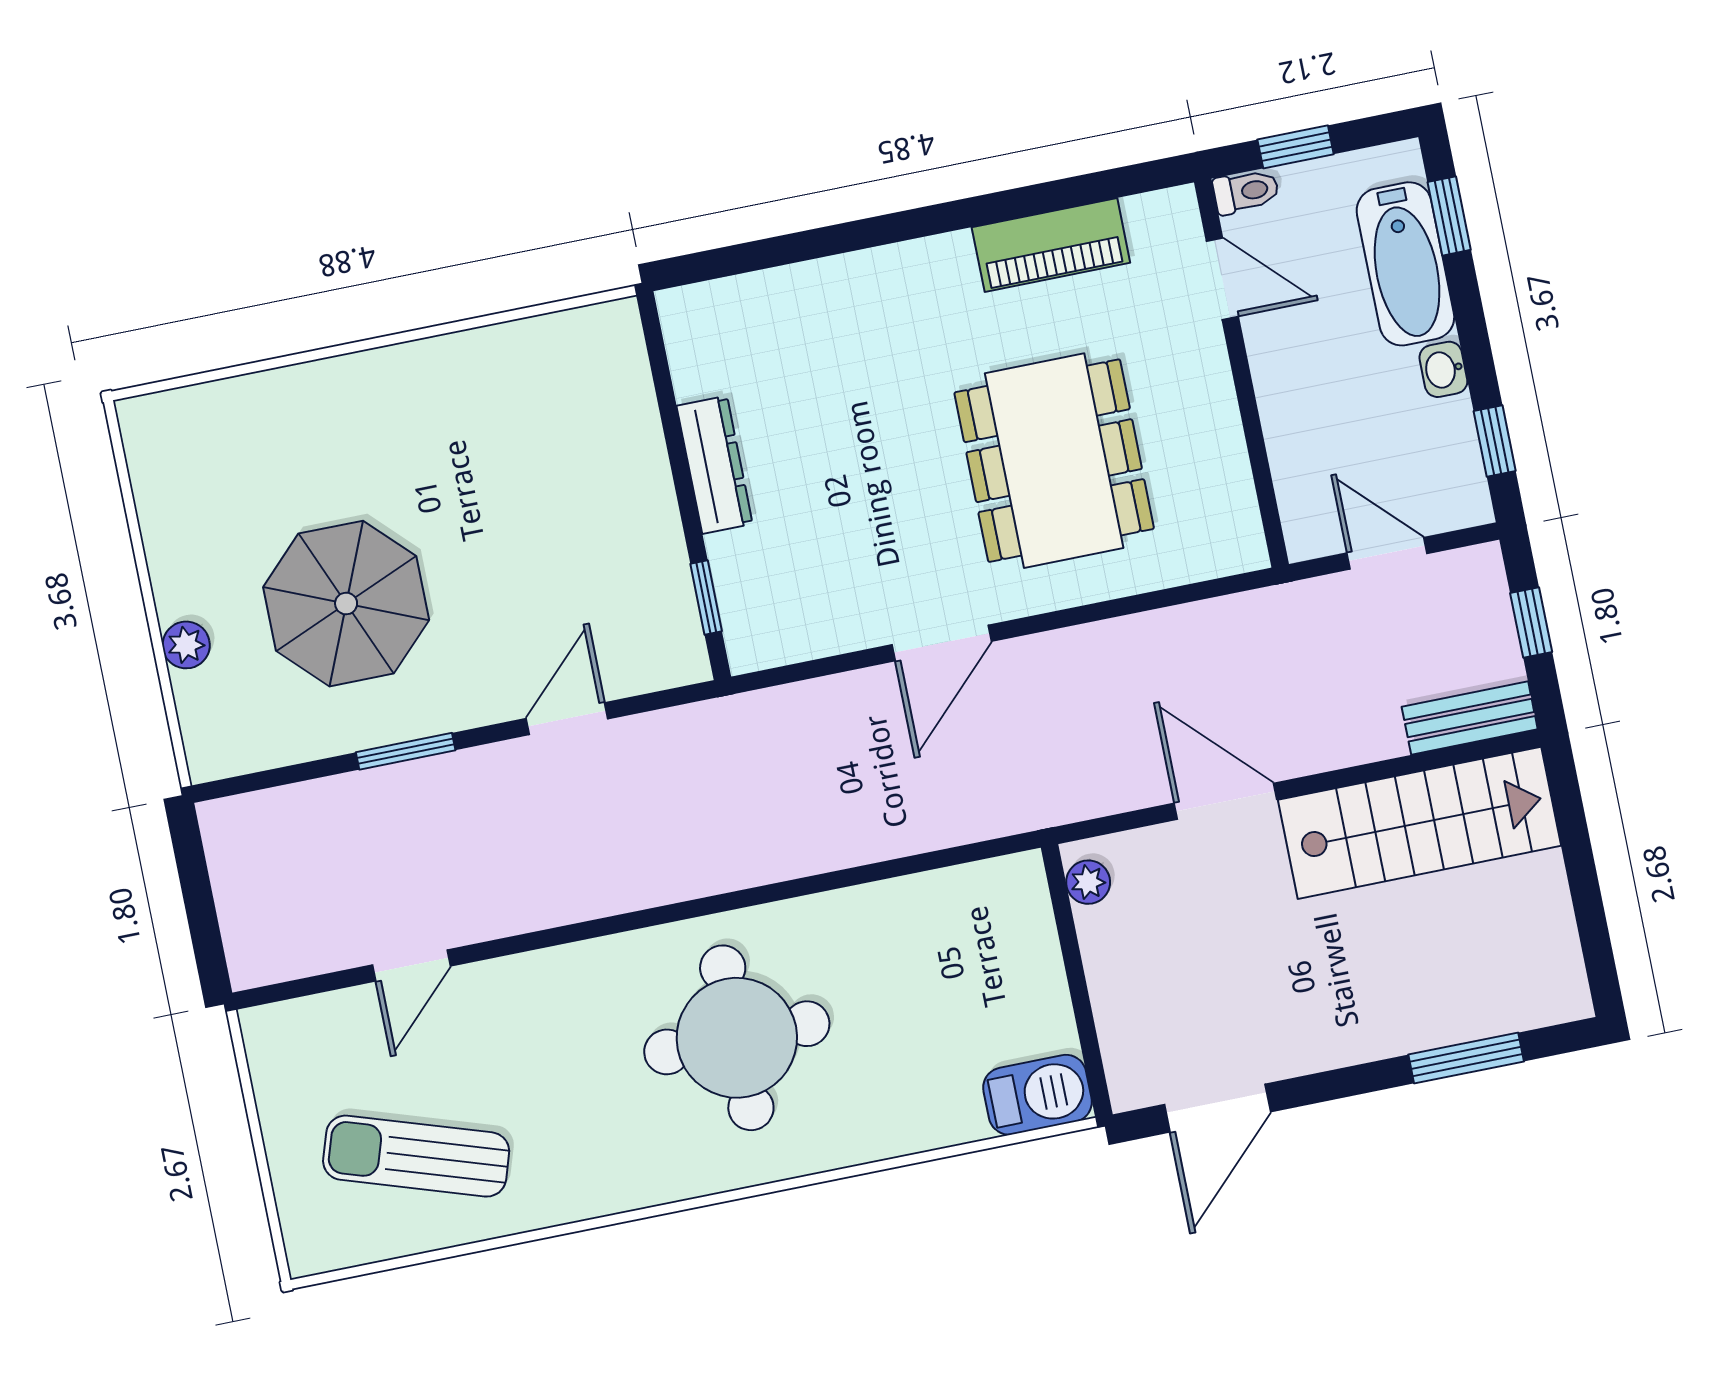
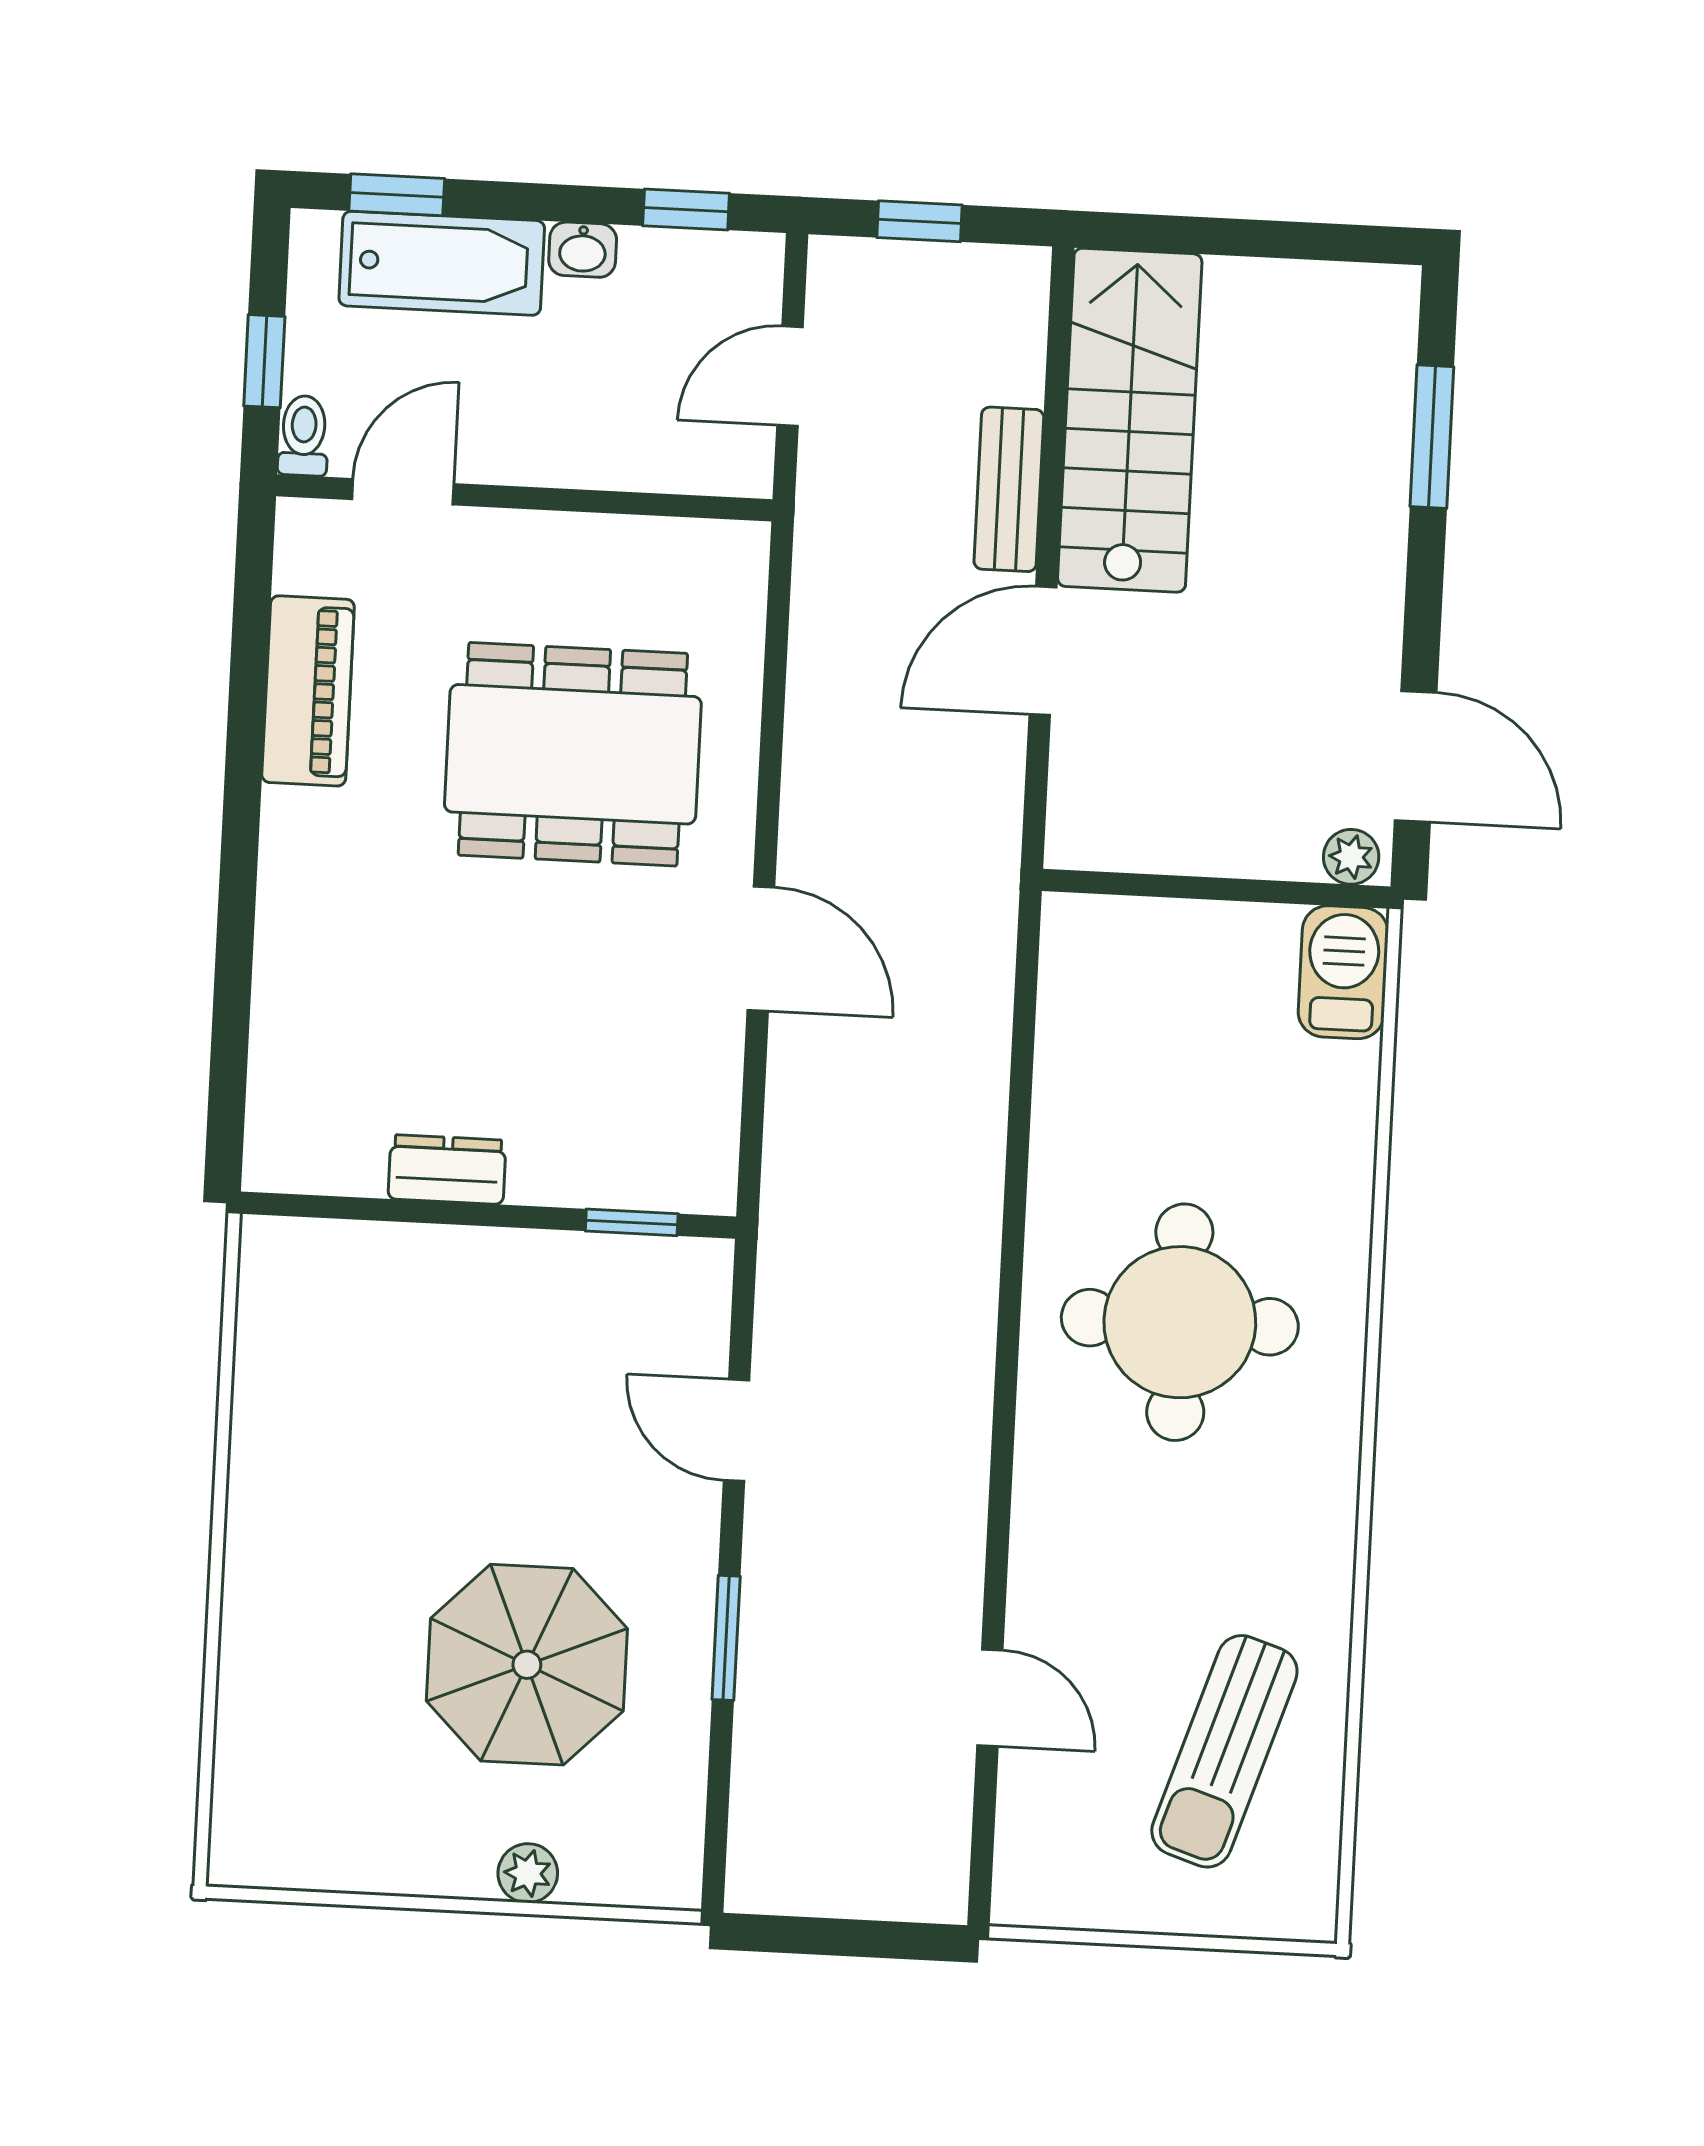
dresser: (715, 465) -> (447, 1170), width x0.70
bench: (1470, 718) -> (1009, 489), moved
plant: (1088, 882) -> (1351, 857), moved

